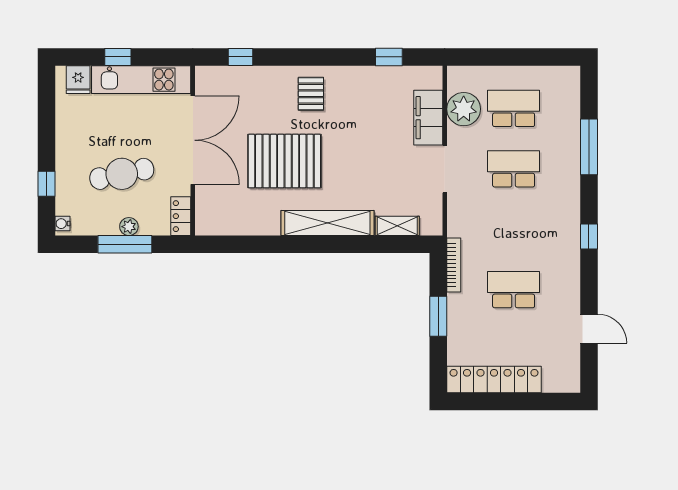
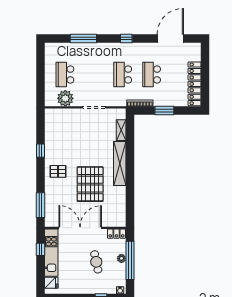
window: (118, 57) -> (40, 249), moved
window: (240, 57) -> (40, 205), width x2.17
window: (389, 57) -> (40, 151), moved
filing cabinet: (428, 118) -> (69, 115), removed
school desk: (514, 169) -> (123, 74), moved
cafe table: (122, 174) -> (96, 262), width x0.73, depth x0.74
window: (125, 244) -> (130, 260), width x1.46
door: (589, 329) -> (170, 38), width x1.87

